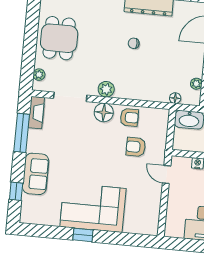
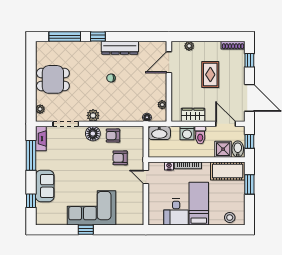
dining table: (59, 38) -> (53, 79), turned 90
armchair: (129, 117) -> (113, 136), turned 180

